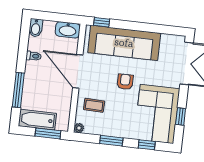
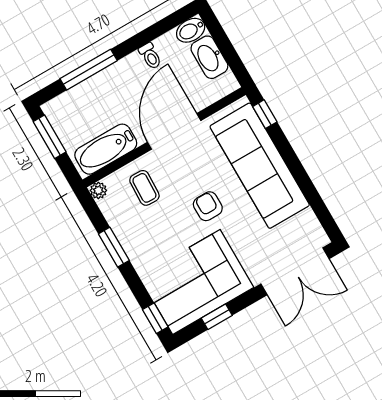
washbasin: (68, 30) -> (209, 57), moved
armchair: (125, 82) -> (208, 206), turned -90
bathtub: (37, 120) -> (106, 149), moved, turned -90
window: (48, 133) -> (50, 137), moved
window: (147, 145) -> (155, 318), moved

